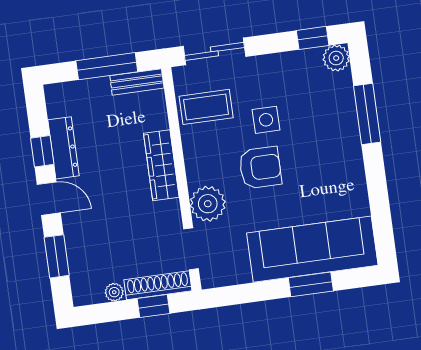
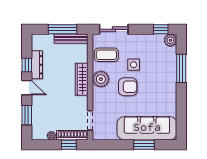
bench: (137, 82) -> (71, 39), width x1.36
plant: (208, 204) -> (101, 79), moved

